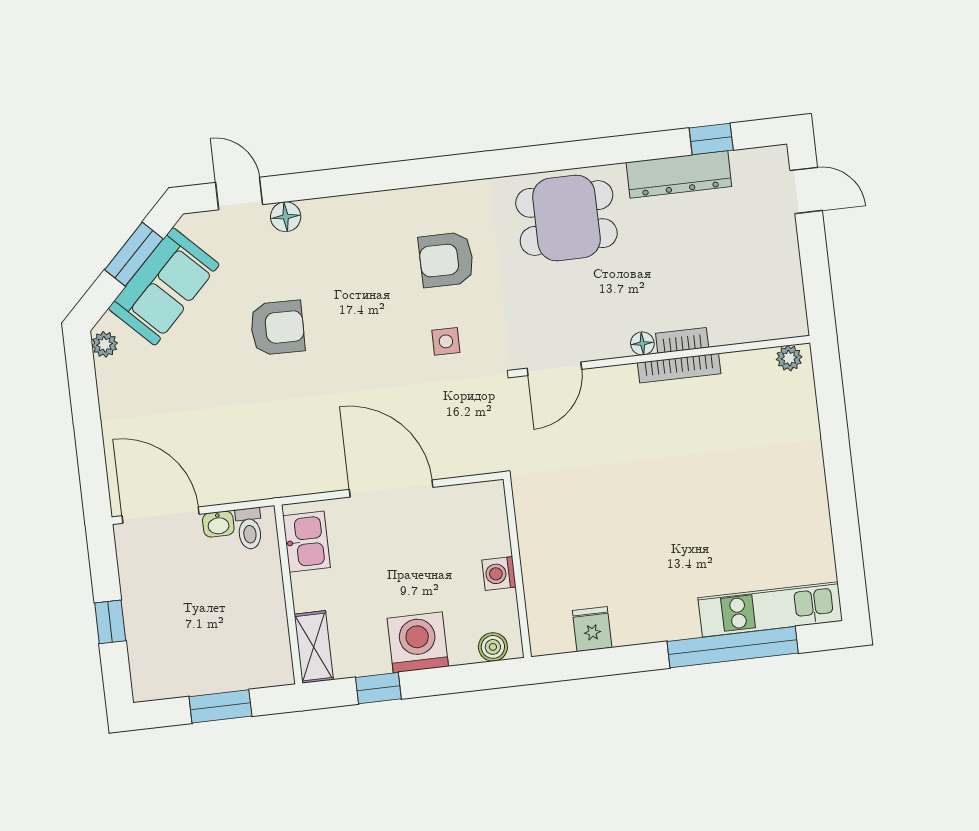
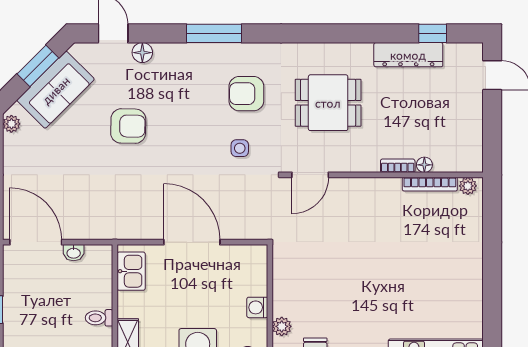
window: (388, 176) -> (214, 33), added
dining table: (566, 218) -> (328, 103), moved
floor lamp: (642, 343) -> (424, 165), moved
bookcase: (679, 368) -> (430, 184), moved
toilet: (249, 529) -> (99, 318), moved, turned 90
plant: (538, 597) -> (282, 326), added

